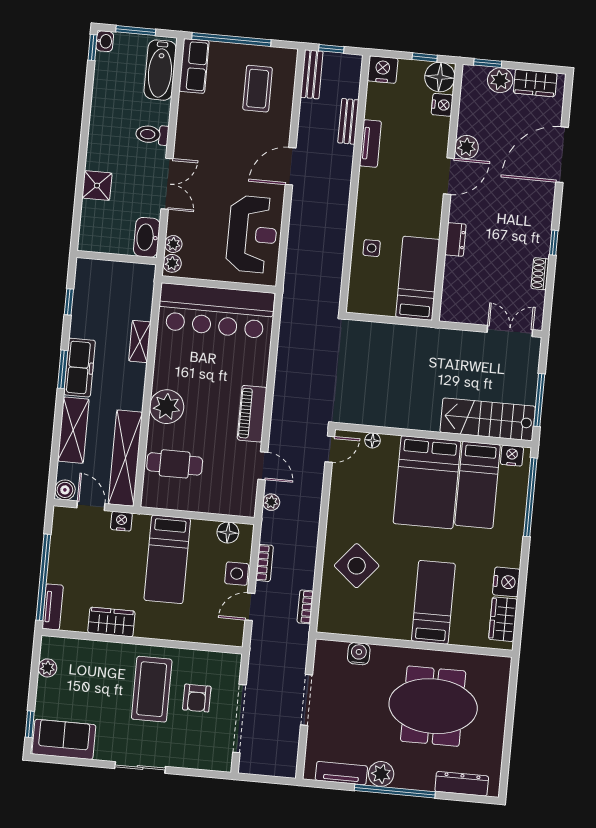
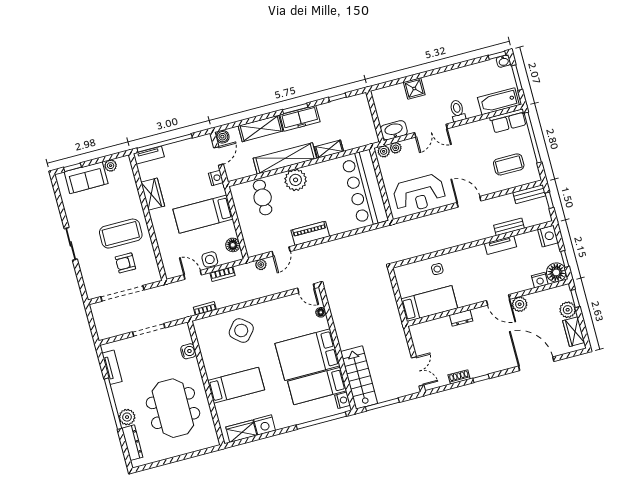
shelving: (125, 458) -> (285, 158), moved
sofa: (64, 739) -> (86, 178), moved, turned 90
plant: (381, 774) -> (127, 417), moved

